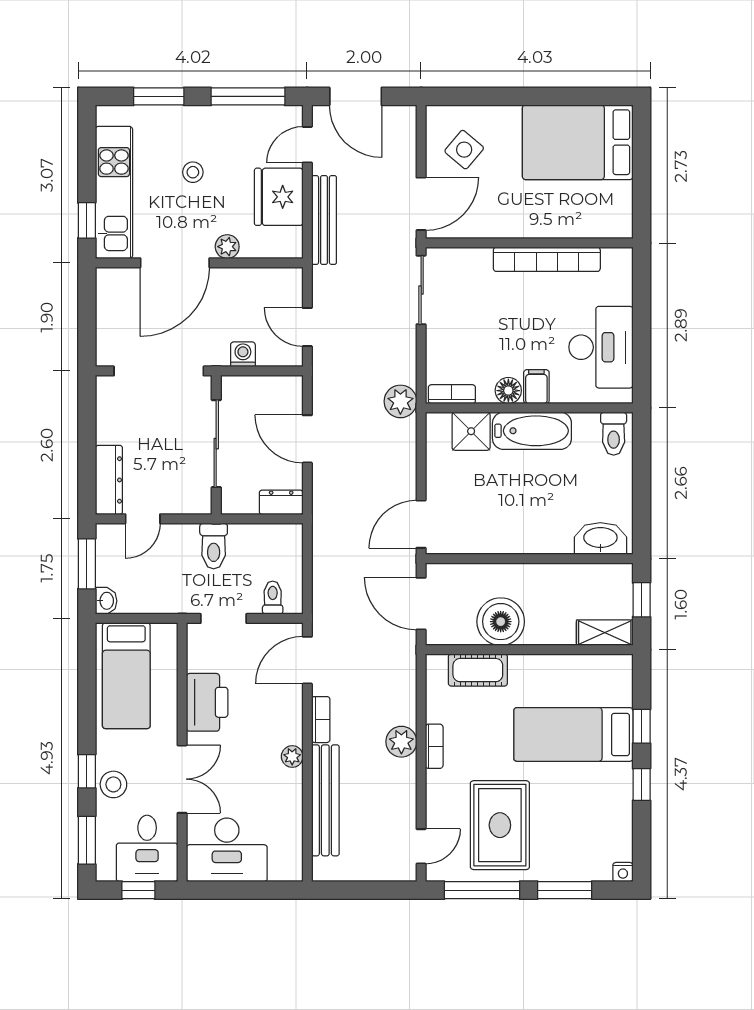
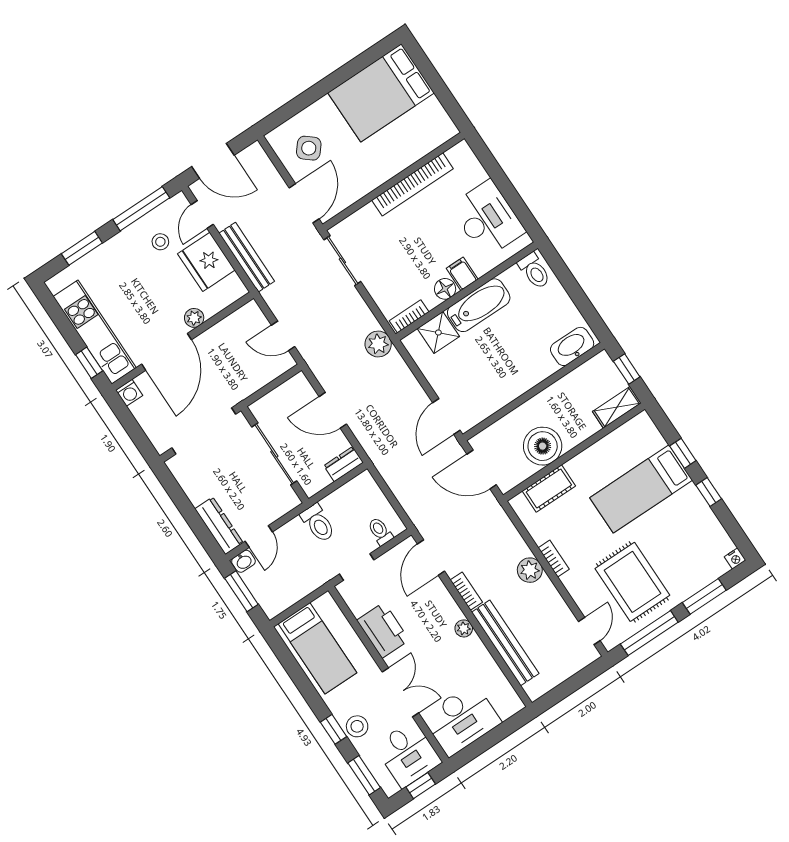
stool: (193, 172) -> (160, 242), moved
washing machine: (243, 354) -> (129, 393), moved, turned 180
washbasin: (106, 601) -> (243, 561), moved, turned 90

